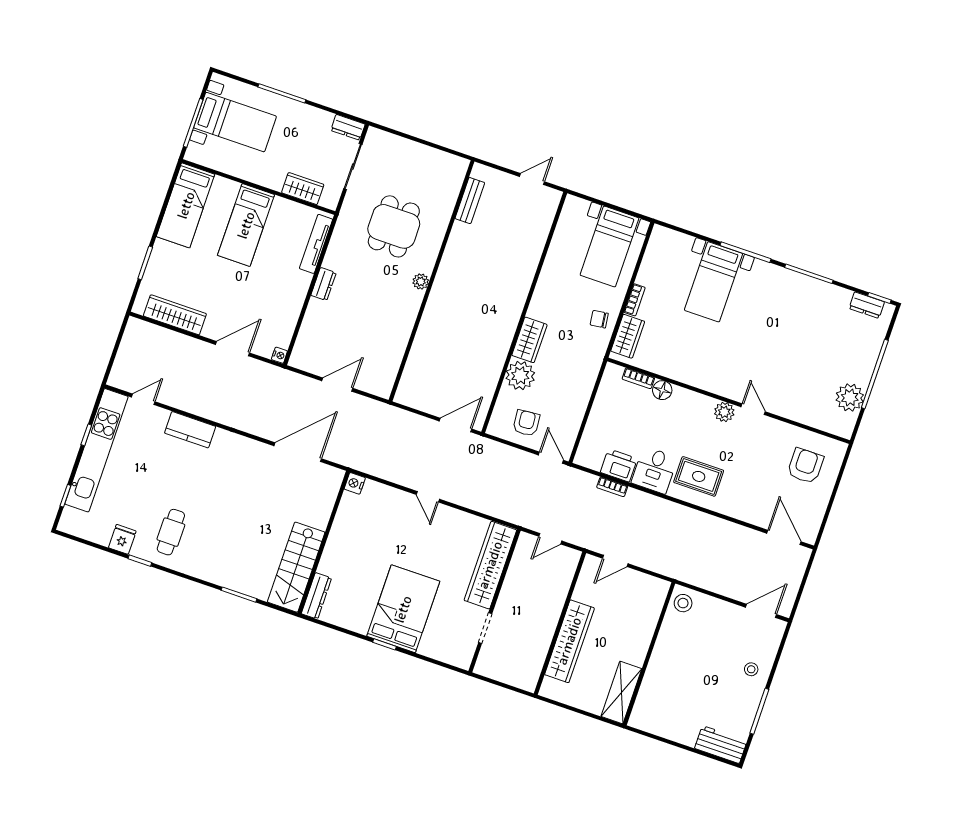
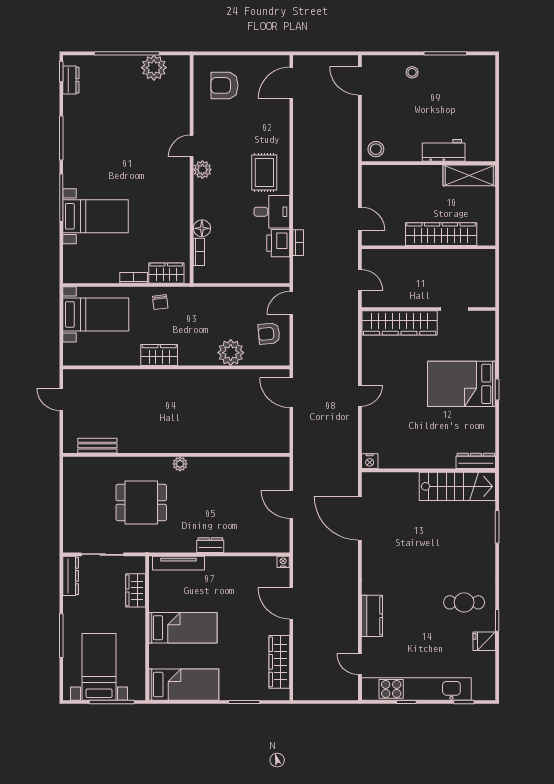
dresser: (348, 127) -> (71, 576), width x1.44
wardrobe: (529, 340) -> (159, 355), moved
workbench: (721, 745) -> (444, 150), moved, turned 90

